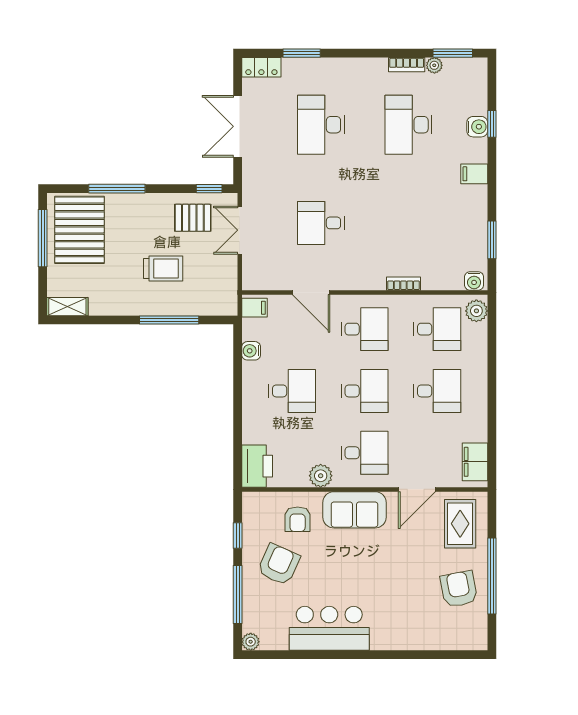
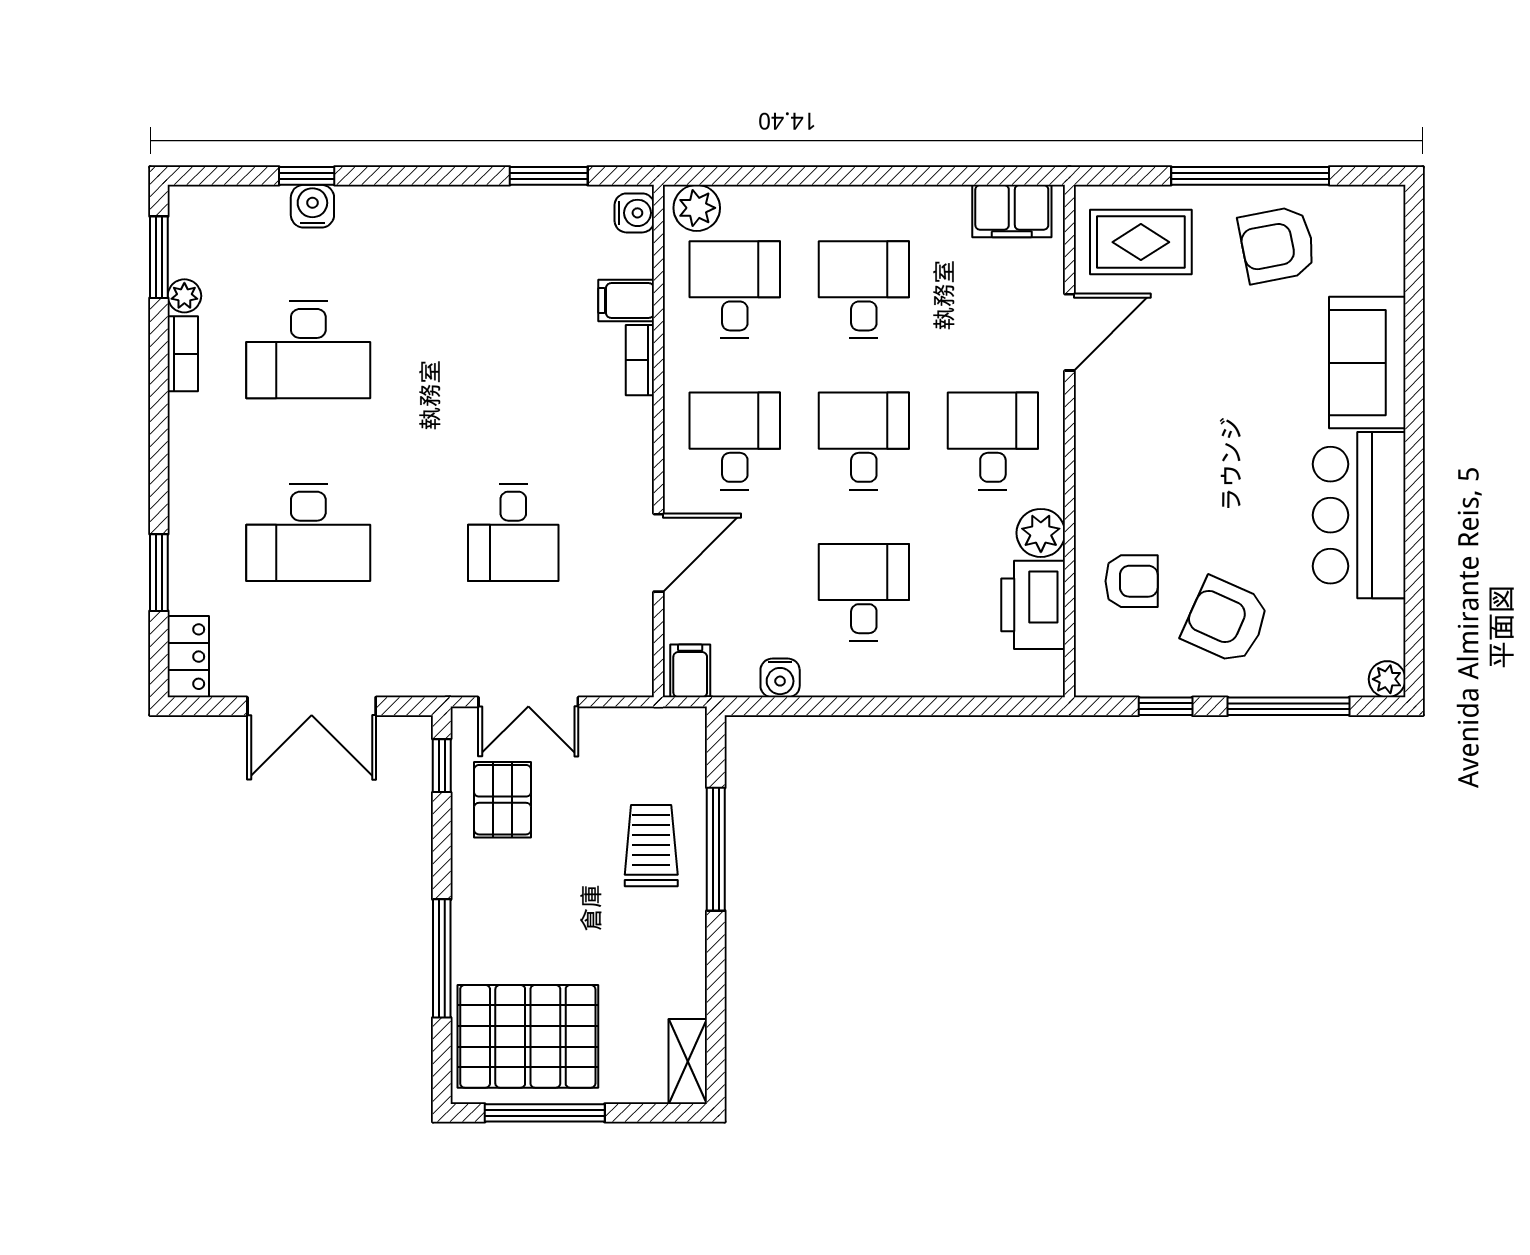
filing cabinet: (474, 174) -> (626, 301), moved, turned 90
trolley: (163, 268) -> (651, 846), moved
printer: (257, 466) -> (1033, 605), moved, turned -90
door: (417, 489) -> (1069, 332), hinge flipped
sofa: (354, 510) -> (1367, 363), moved, turned 180

